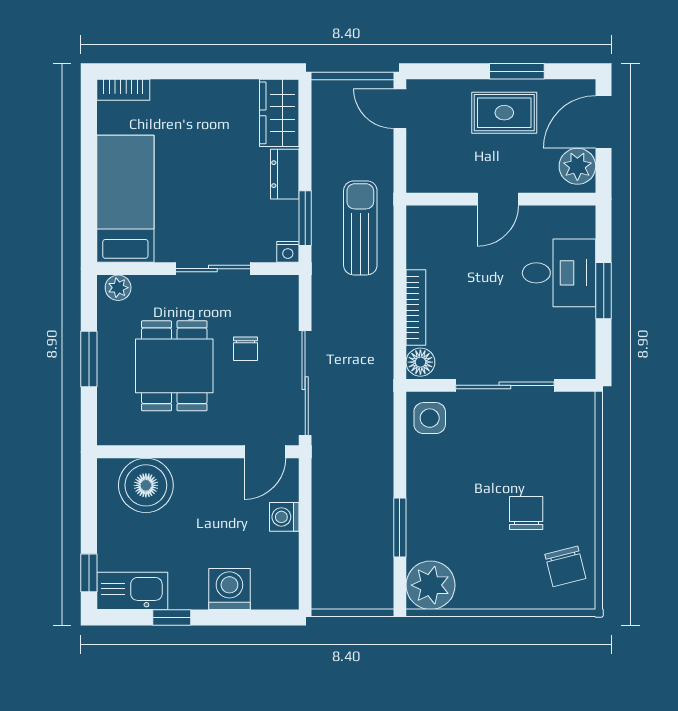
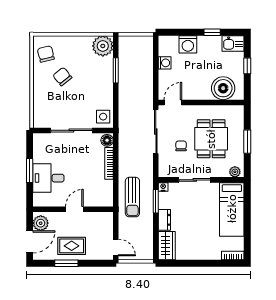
chair: (526, 513) -> (62, 77), turned 141
washing machine: (284, 517) -> (165, 63), moved
window: (89, 573) -> (247, 66), moved
kitchen sink: (132, 591) -> (233, 44), width x0.73

